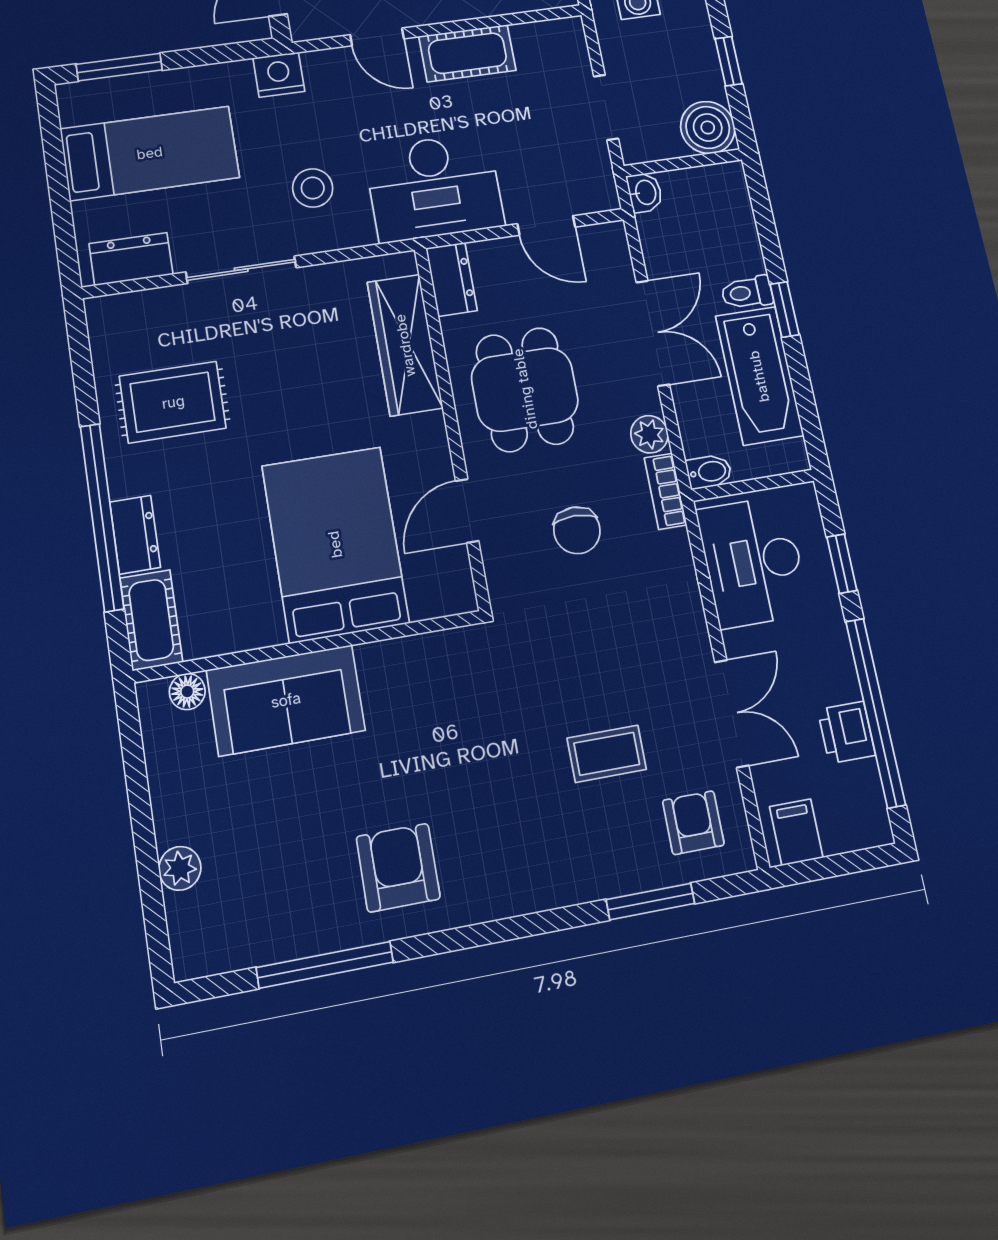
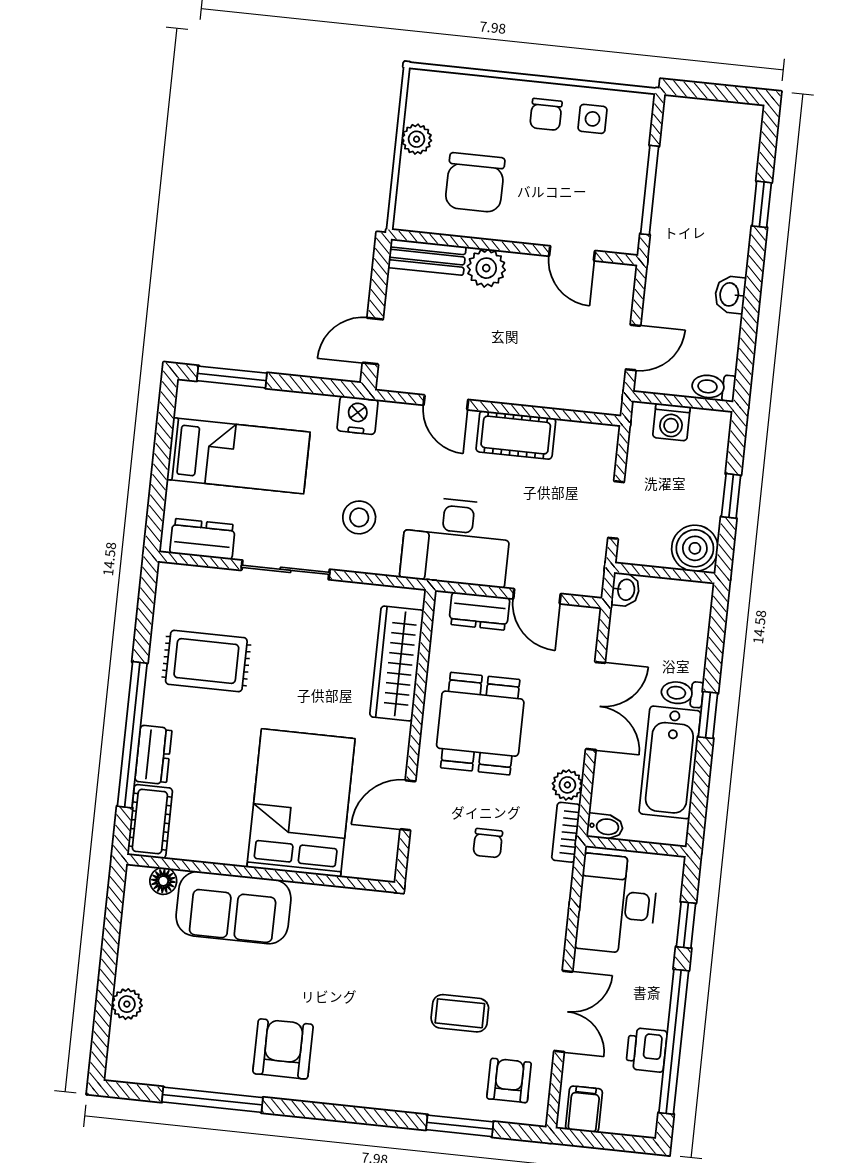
dresser: (451, 279) -> (479, 611), moved, turned 90
chair: (577, 530) -> (488, 843), width x0.73, depth x0.73

